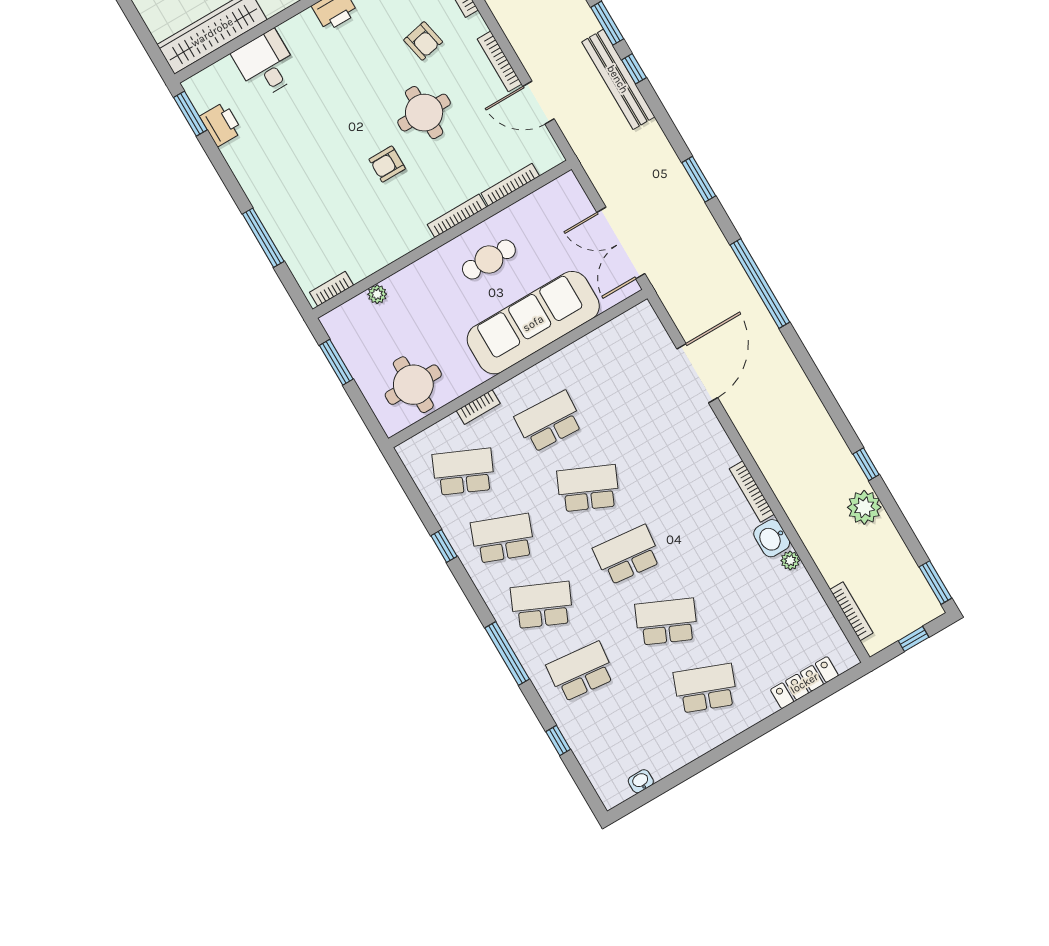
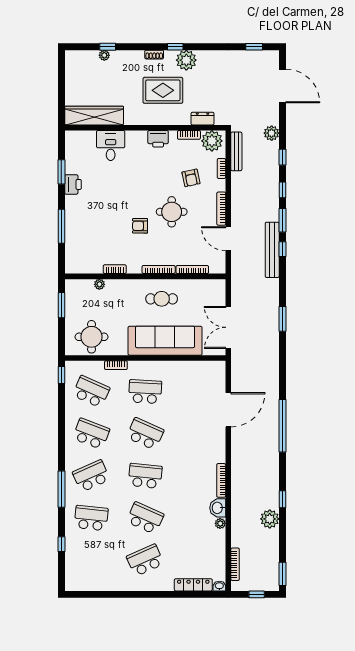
window: (190, 114) -> (61, 172), moved
printer: (221, 124) -> (73, 184), moved
window: (760, 283) -> (282, 426), moved
bookcase: (331, 289) -> (115, 269), moved
window: (444, 546) -> (61, 375), moved
school desk: (542, 605) -> (91, 476), turned -48
school desk: (705, 688) -> (145, 560), turned -45
washbasin: (641, 781) -> (219, 586), moved

